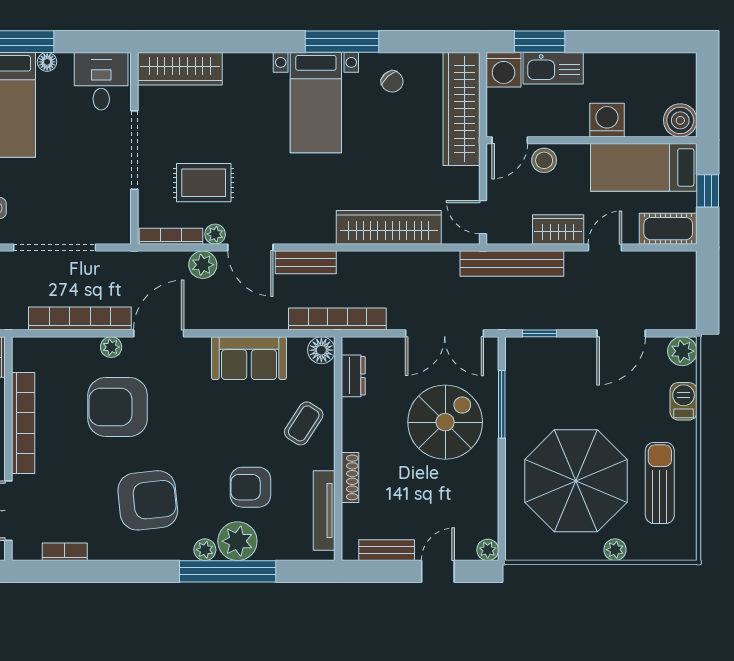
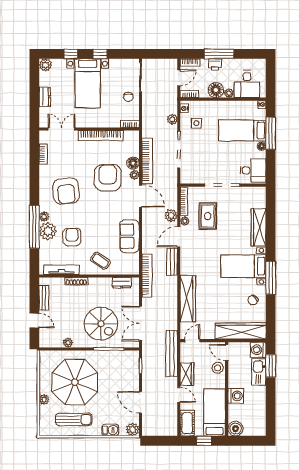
wardrobe: (180, 69) -> (259, 227), moved
floor lamp: (321, 350) -> (133, 163), moved
plant: (488, 550) -> (68, 343), moved

